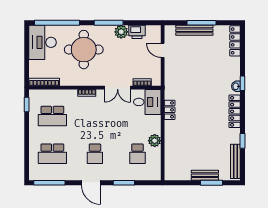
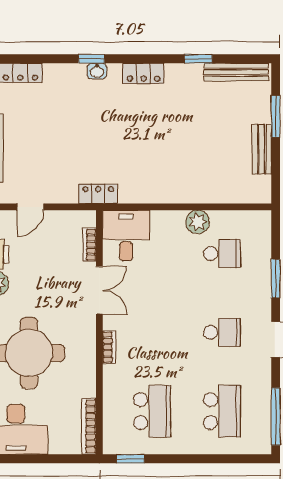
locker: (170, 110) -> (98, 194), moved
locker: (235, 111) -> (143, 73), width x0.66
bench: (205, 175) -> (262, 149), moved

